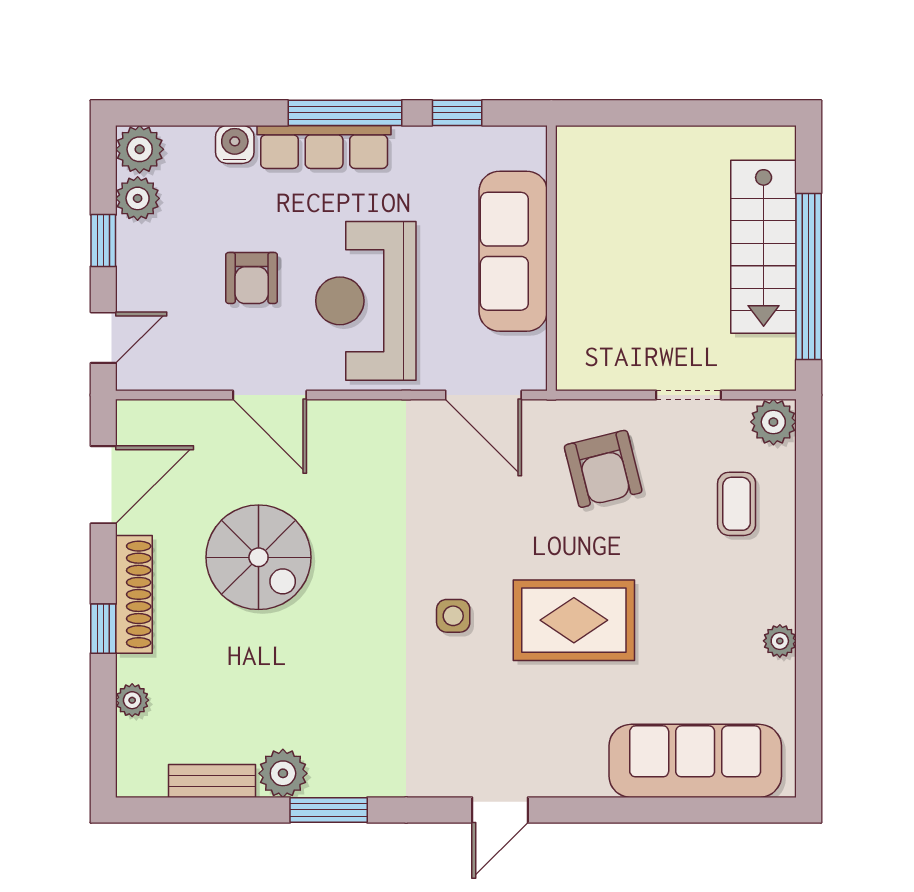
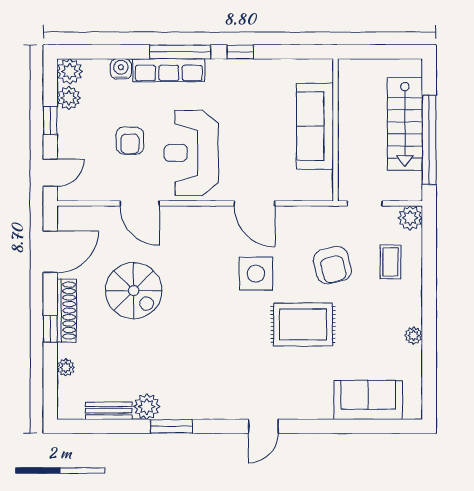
sofa: (513, 251) -> (315, 126), moved
wall: (551, 258) -> (336, 130), moved
armchair: (603, 469) -> (332, 265), moved
side table: (453, 616) -> (256, 274), moved, width x1.87, depth x1.87
sofa: (695, 761) -> (368, 400), width x0.73

